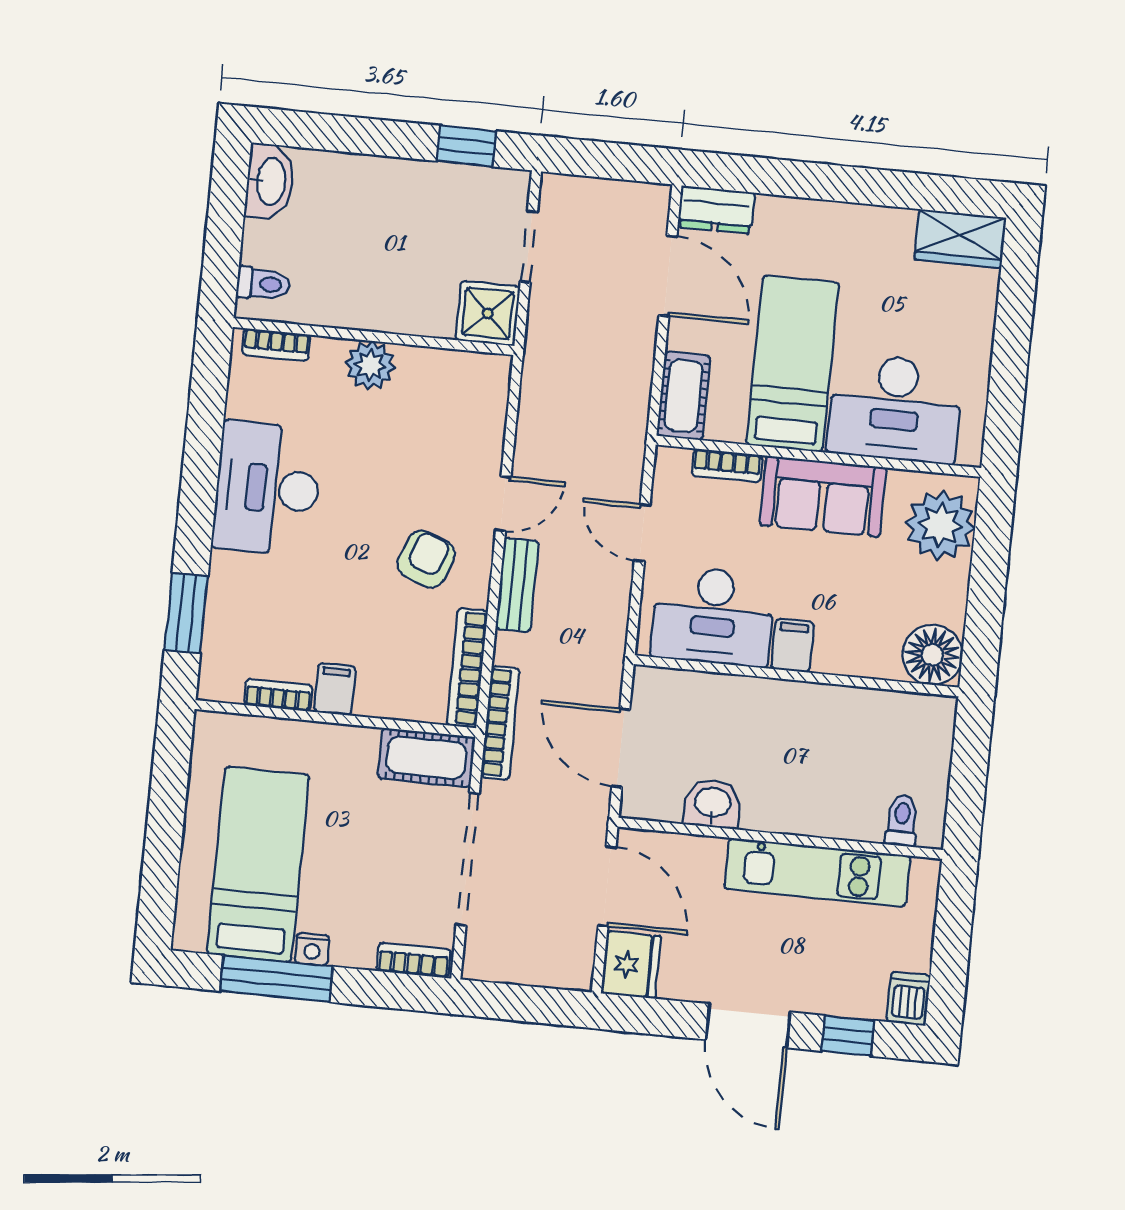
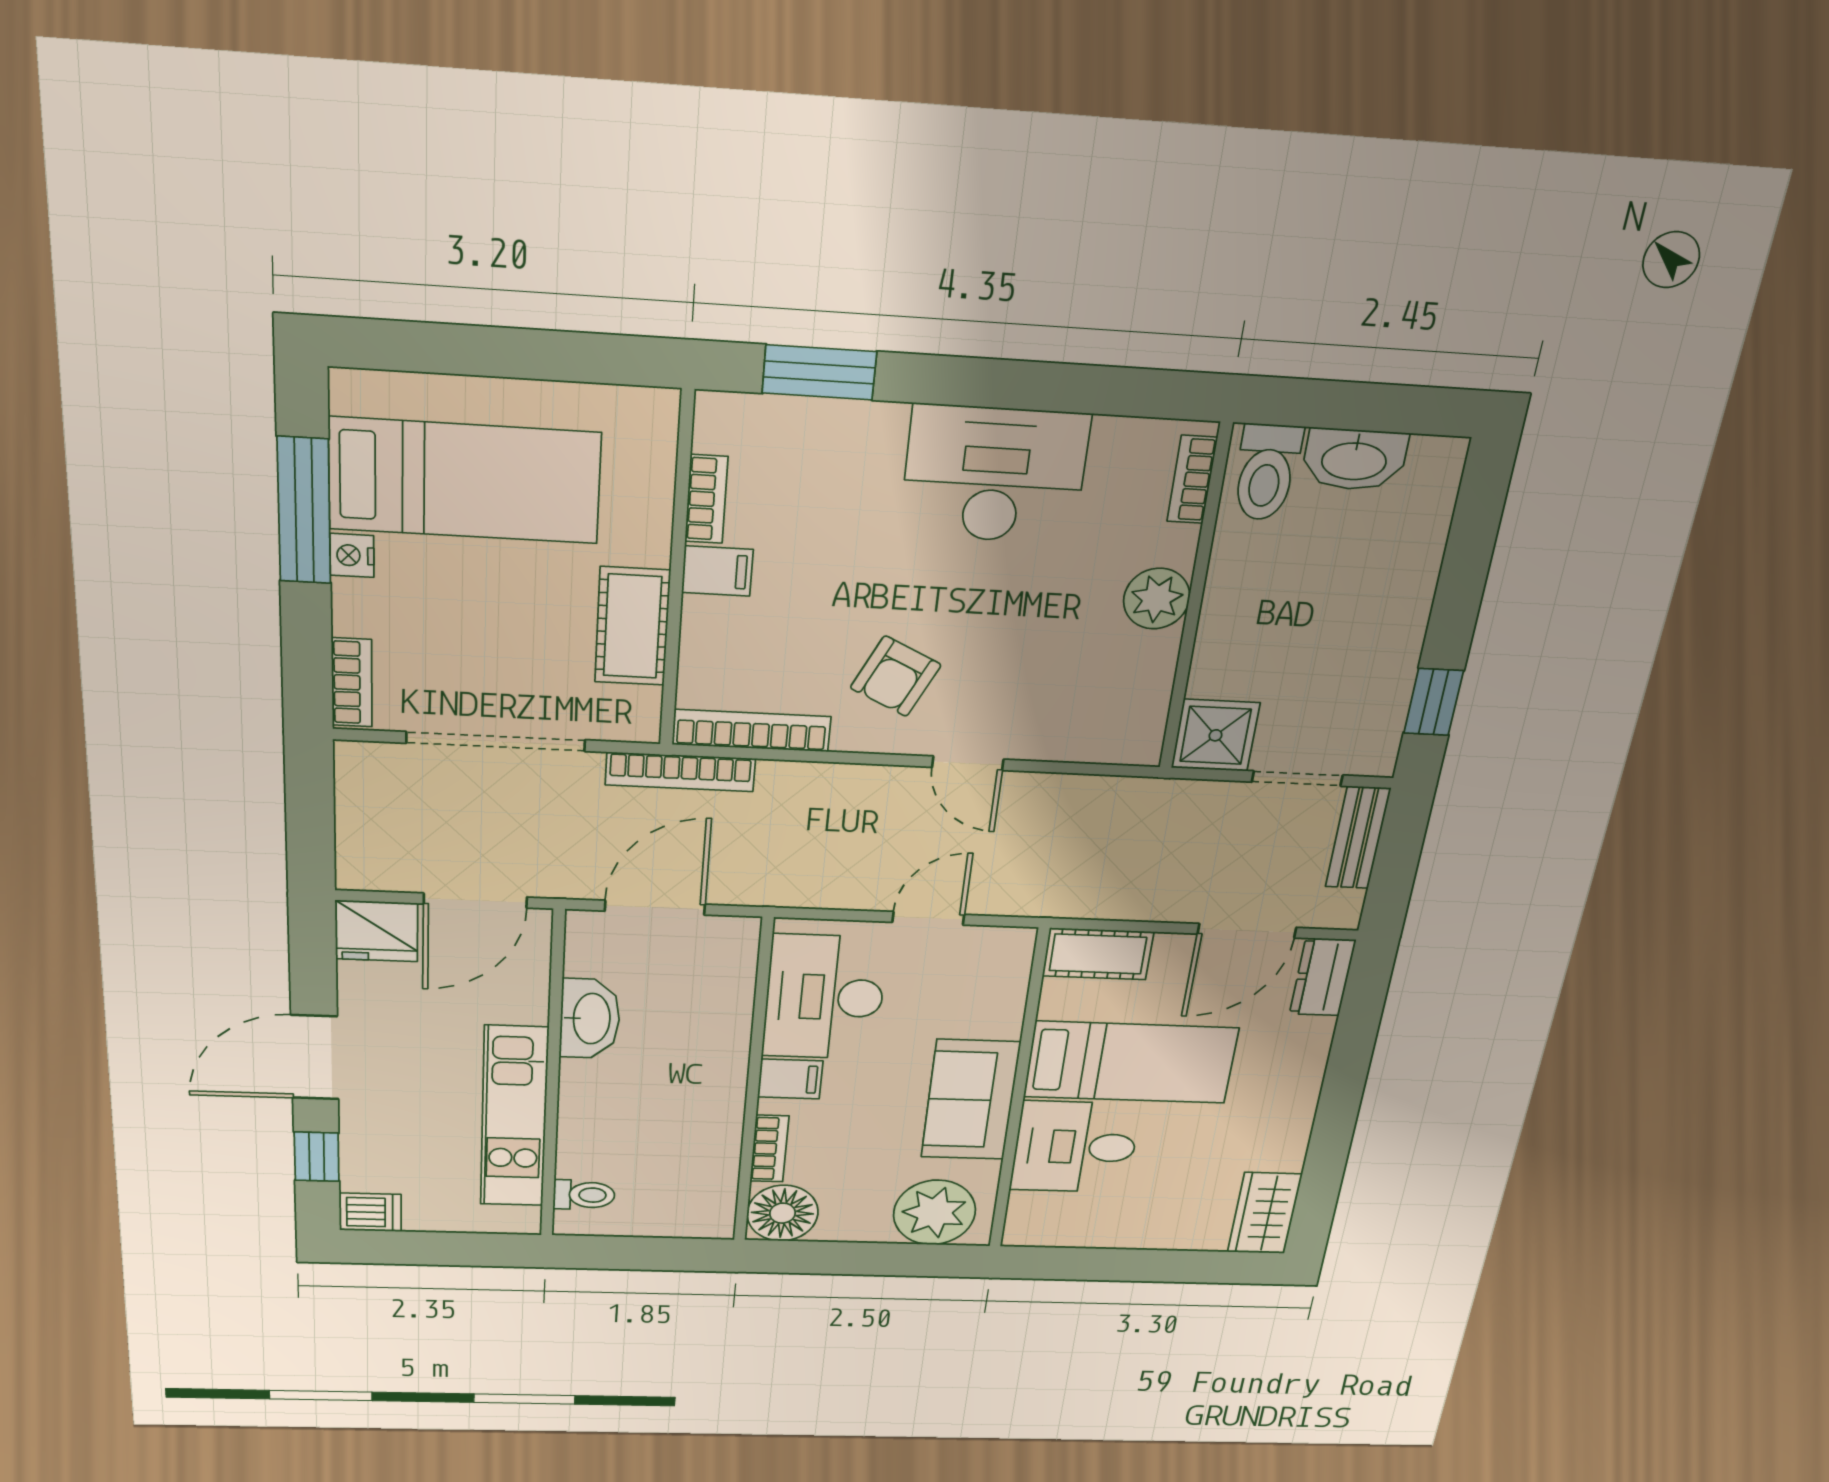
washbasin: (270, 181) -> (1354, 460), moved
toilet: (263, 284) -> (1266, 472), width x1.37, depth x1.39
desk: (895, 409) -> (1075, 1147), width x0.73
bookcase: (727, 465) -> (769, 1149), moved, turned 180
armchair: (426, 559) -> (896, 676), turned 95
bench: (517, 585) -> (1358, 838), moved, turned 90
cot: (426, 758) -> (632, 626), moved
washbasin: (713, 804) -> (590, 1019), width x1.38

